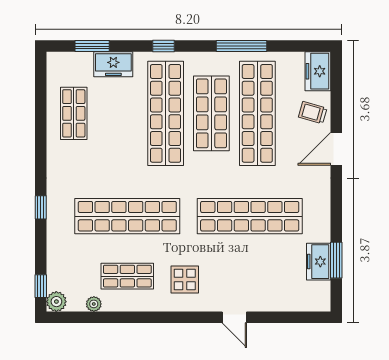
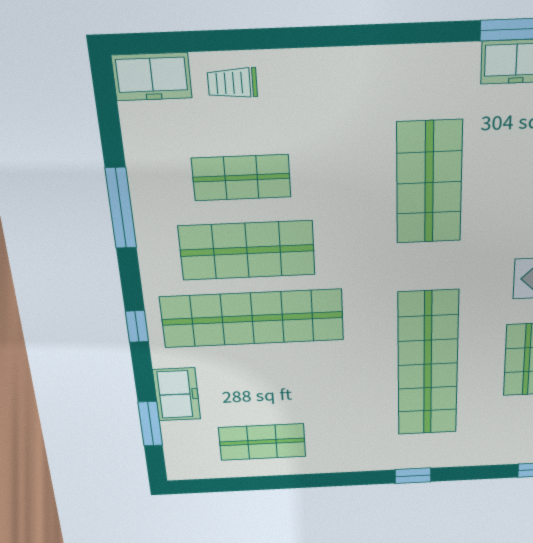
shop shelf: (257, 113) -> (241, 178), width x0.50, depth x0.74
trolley: (313, 113) -> (232, 83), turned 74
door: (336, 149) -> (299, 37), removed
shop shelf: (250, 216) -> (429, 182), width x0.71

